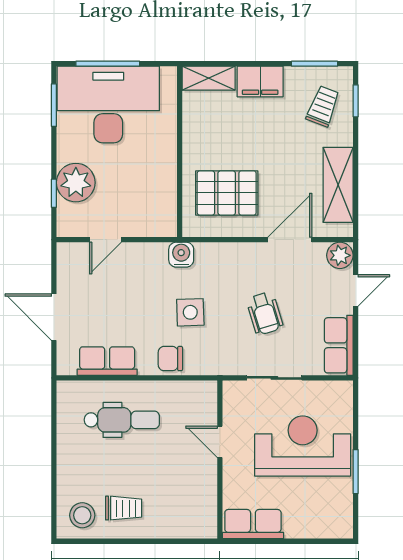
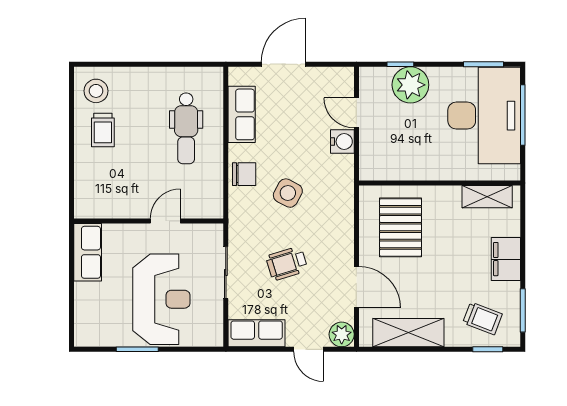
shelving: (209, 78) -> (487, 197), moved, turned 90
water cooler: (181, 255) -> (342, 142), moved
side table: (190, 312) -> (288, 193), turned 30
chair: (170, 359) -> (244, 174), turned 90

